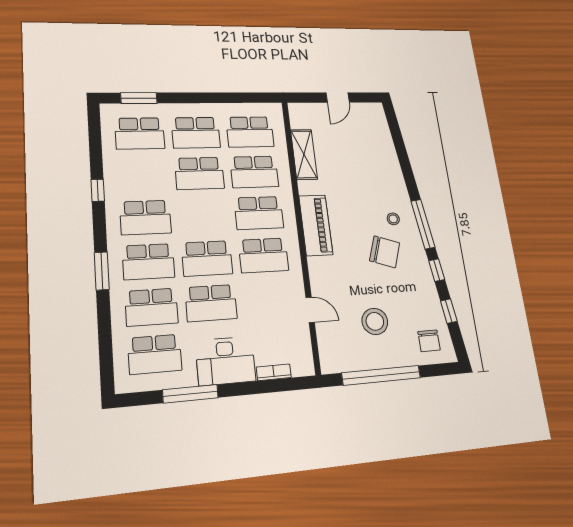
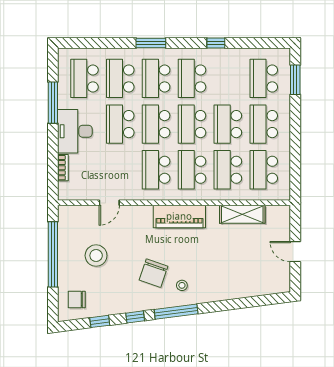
school desk: (203, 215) -> (192, 124), added

